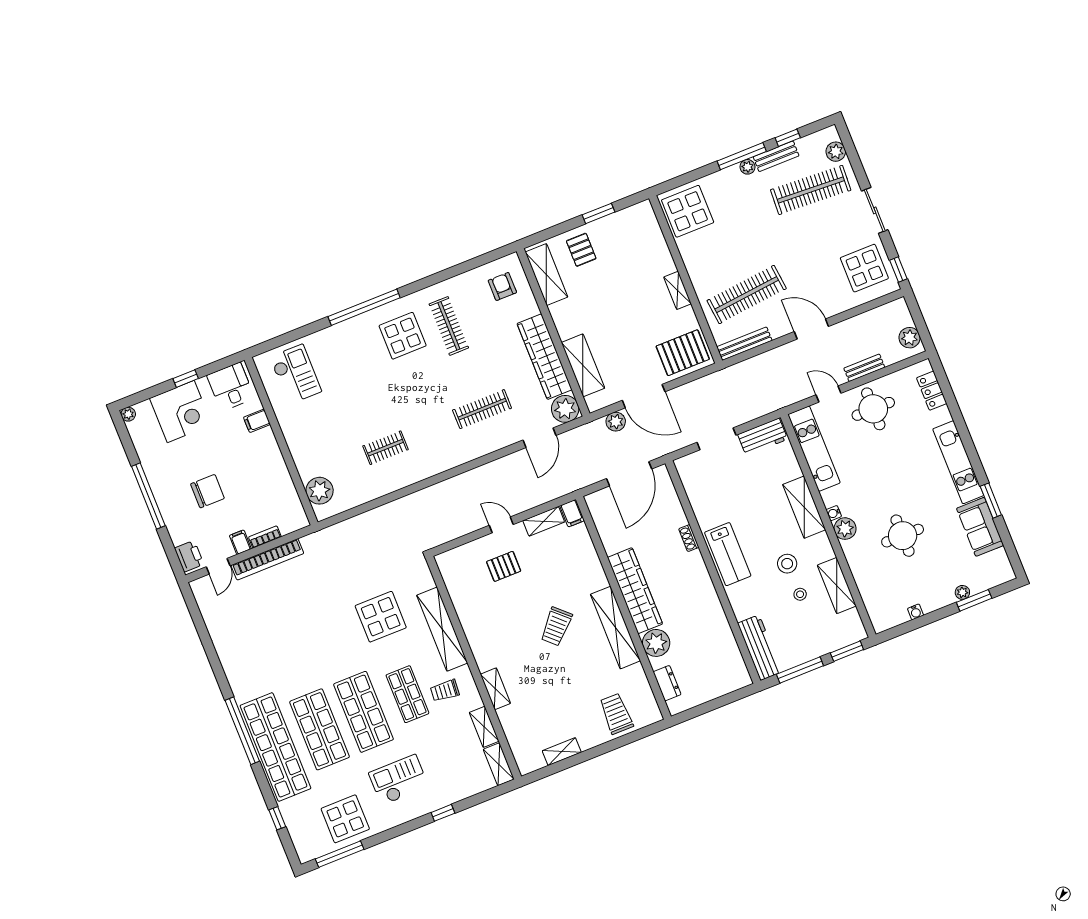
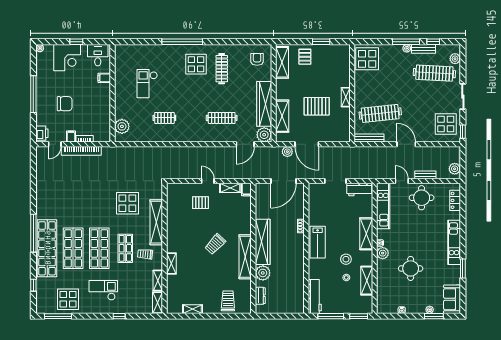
pallet: (683, 353) -> (317, 106), moved
checkout: (296, 374) -> (147, 84), moved, turned 180
sofa: (980, 527) -> (452, 299), moved

